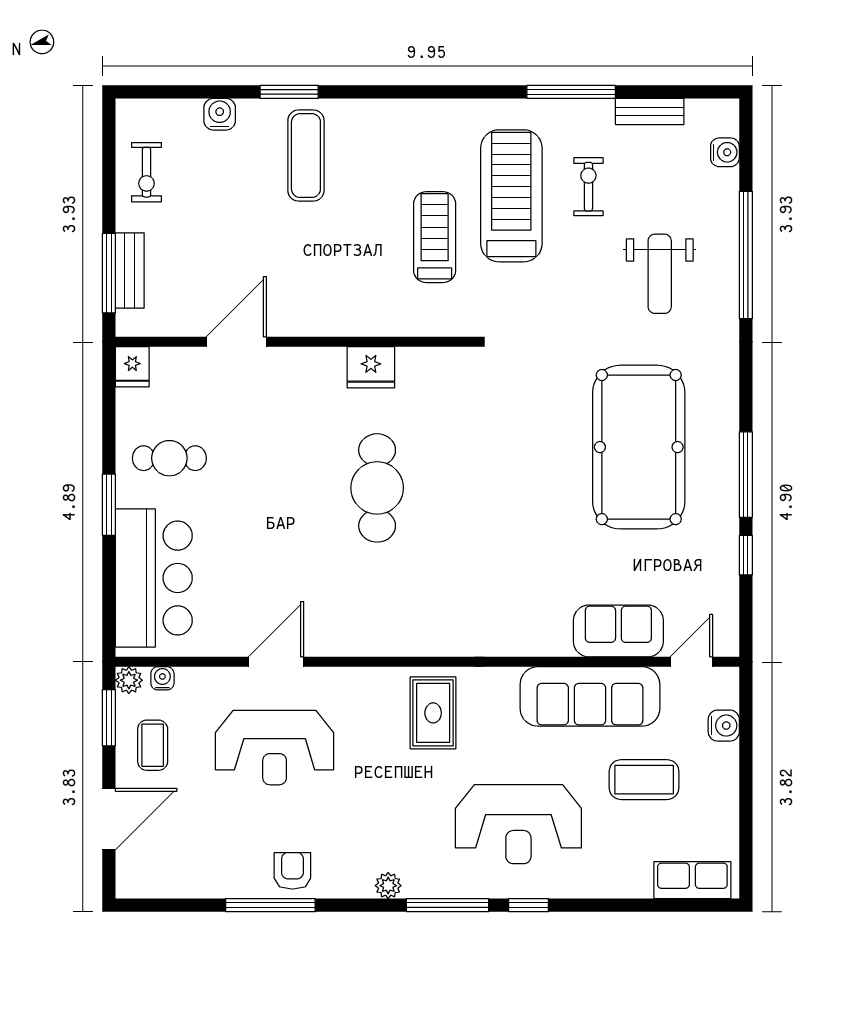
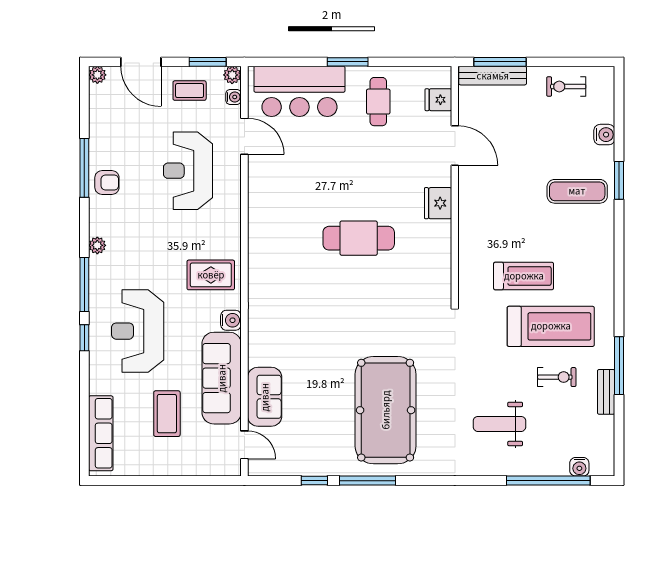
bench: (650, 112) -> (606, 392), moved
window: (746, 255) -> (548, 481), moved
bench: (130, 270) -> (493, 76), width x1.36
fridge: (132, 367) -> (438, 100), moved
fridge: (371, 367) -> (438, 203), moved
pool table: (639, 447) -> (386, 410), turned 90
door: (276, 662) -> (244, 136), moved
water cooler: (724, 726) -> (231, 320), moved, turned -90
row of seats: (692, 880) -> (101, 433), width x1.48
plant: (129, 885) -> (97, 75), added

